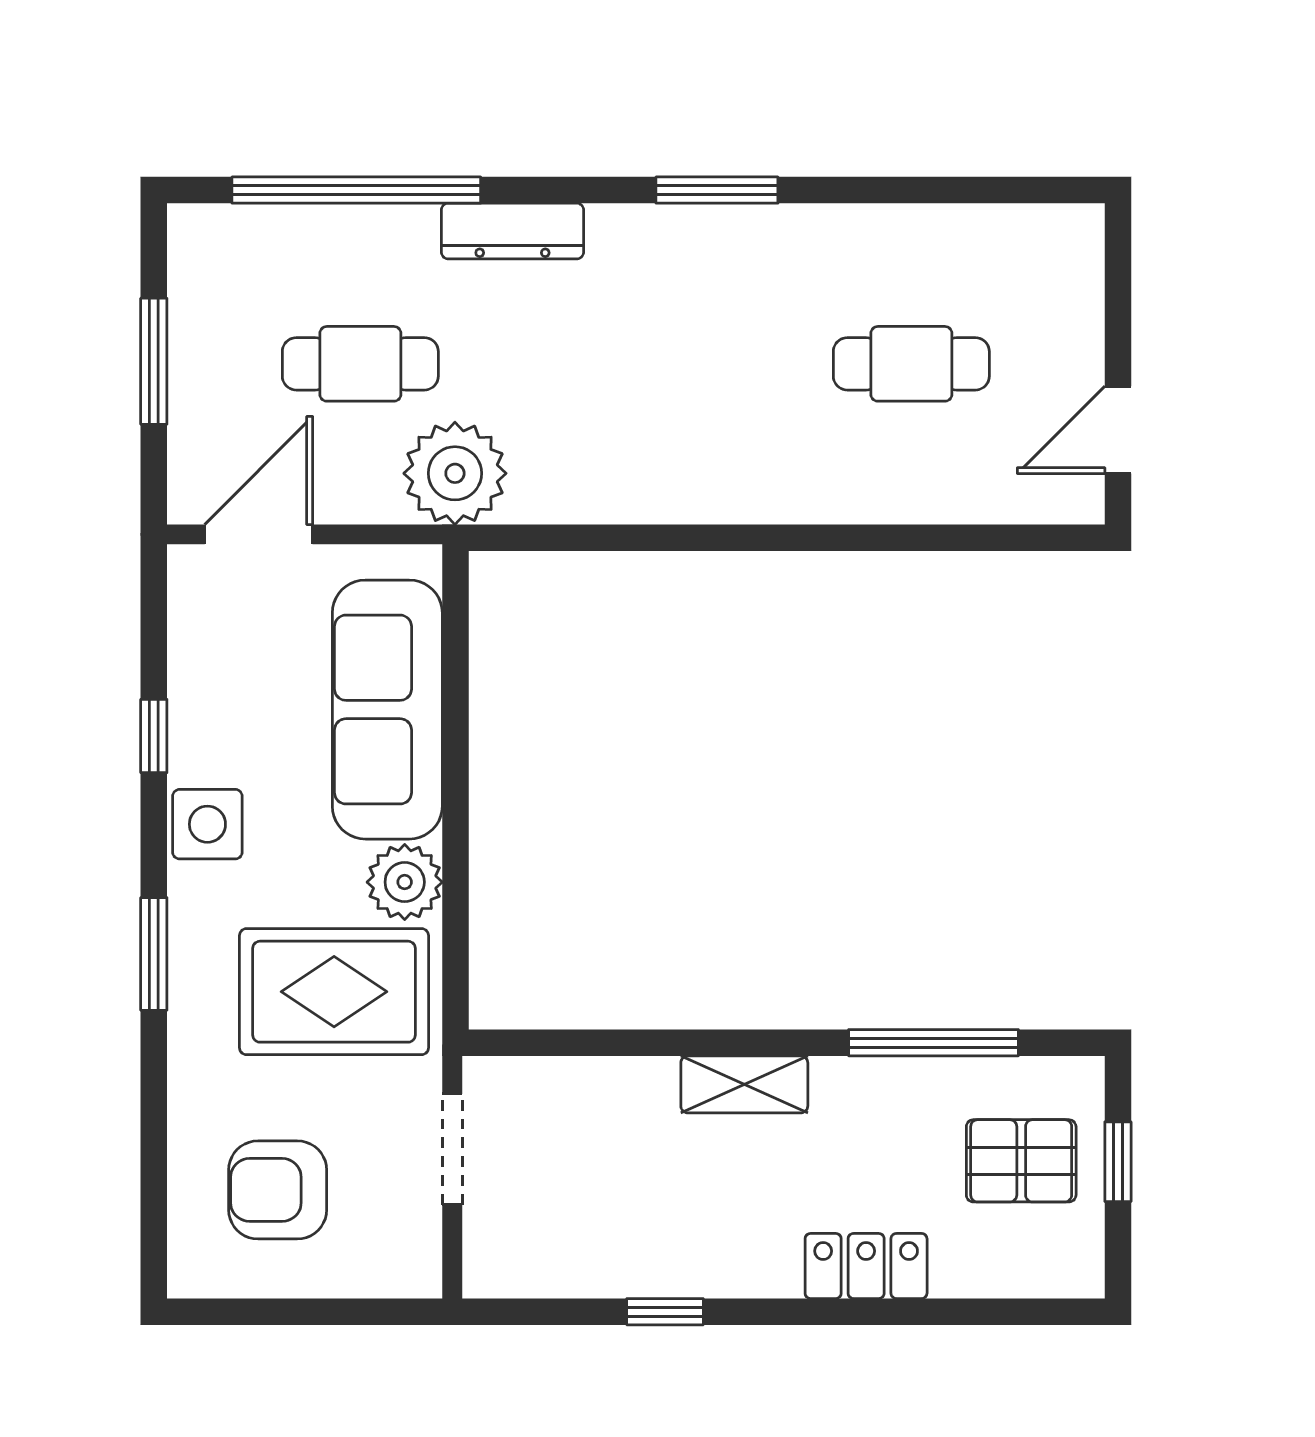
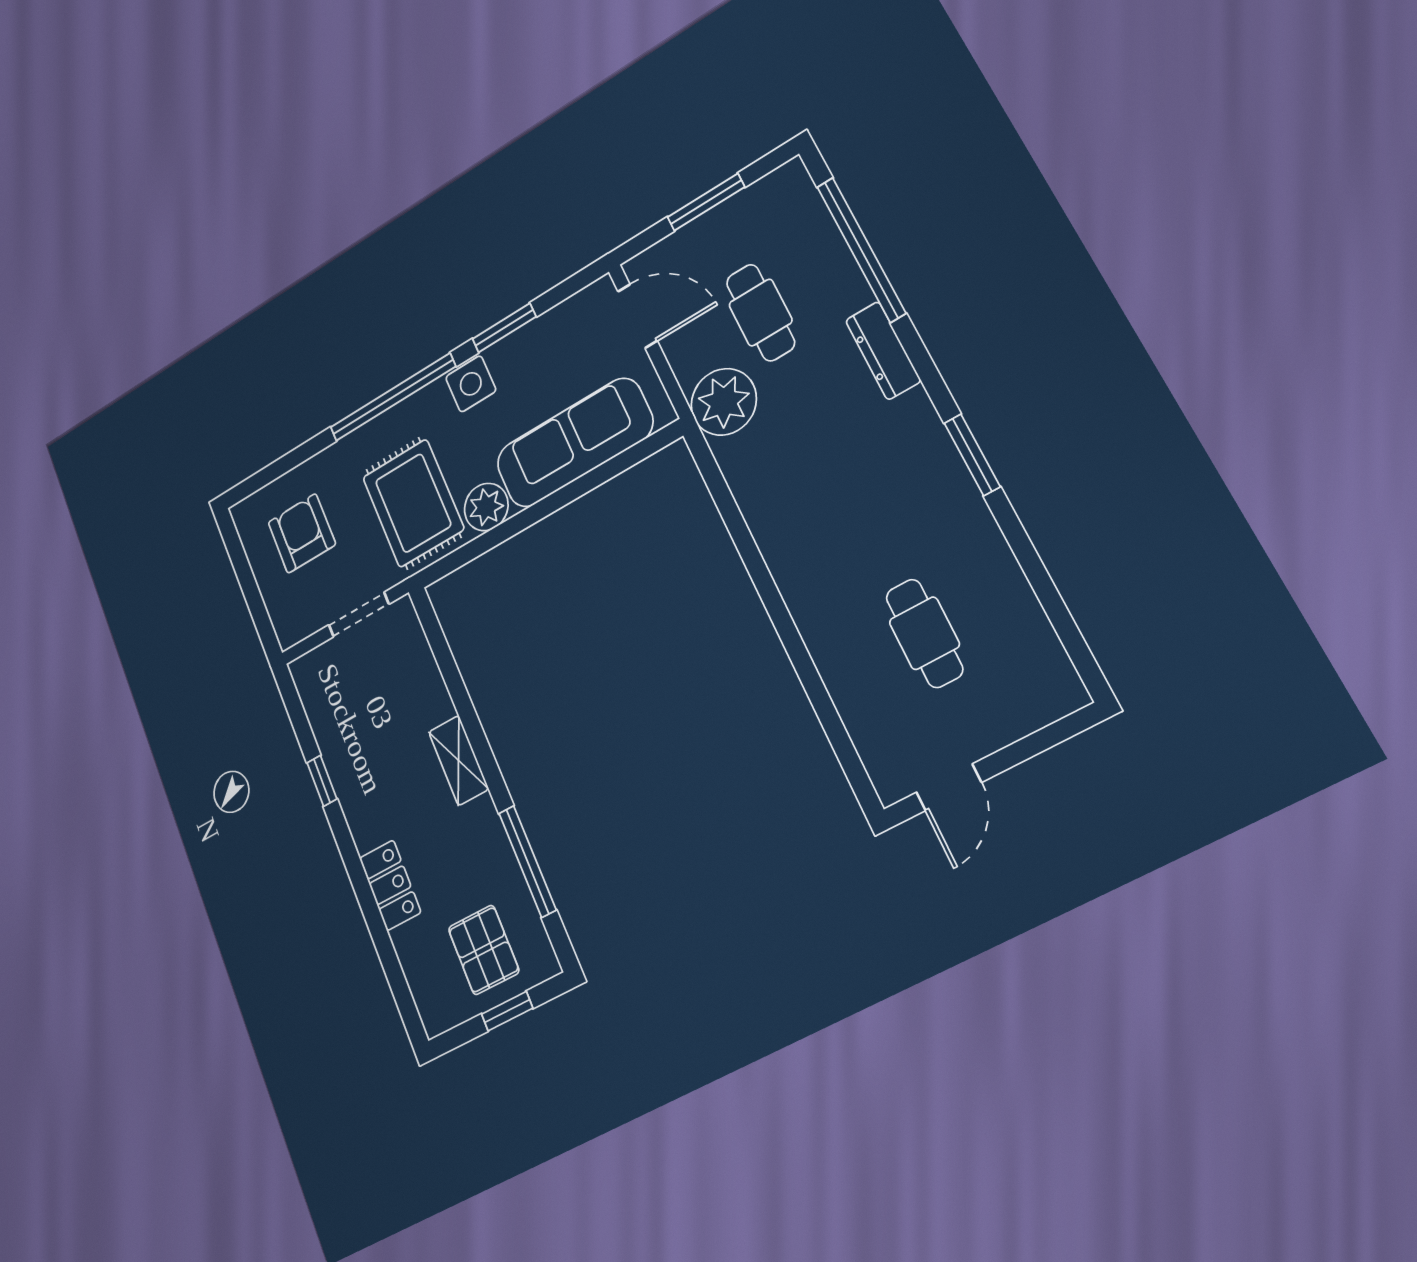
door: (1118, 430) -> (949, 787), swing flipped
window: (154, 736) -> (504, 328), width x1.50
window: (154, 954) -> (393, 397), width x2.11

